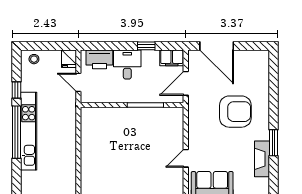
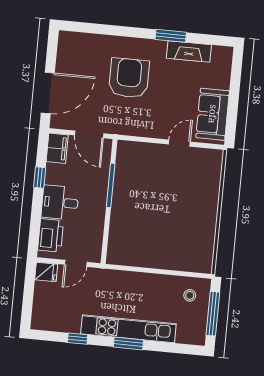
stool: (34, 59) -> (190, 295), moved
window: (16, 132) -> (128, 343), width x0.47
door: (186, 158) -> (179, 143), swing flipped

